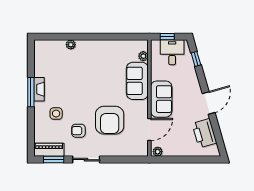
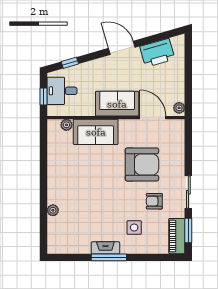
armchair: (78, 131) -> (154, 201), turned 90

